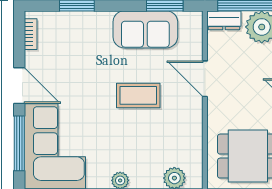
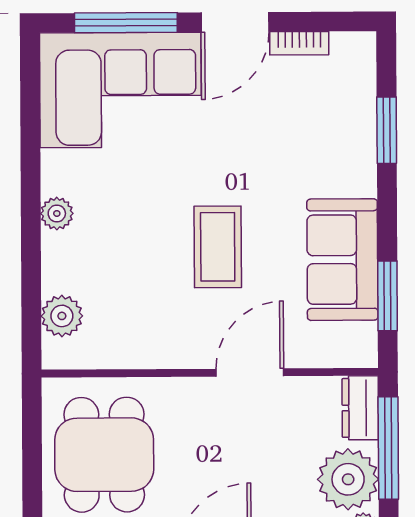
bookcase: (31, 34) -> (299, 43), moved

